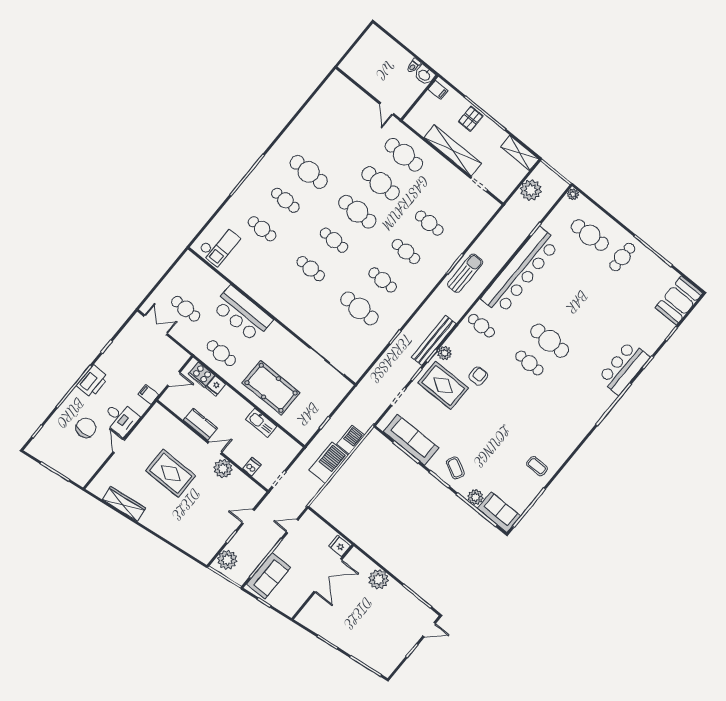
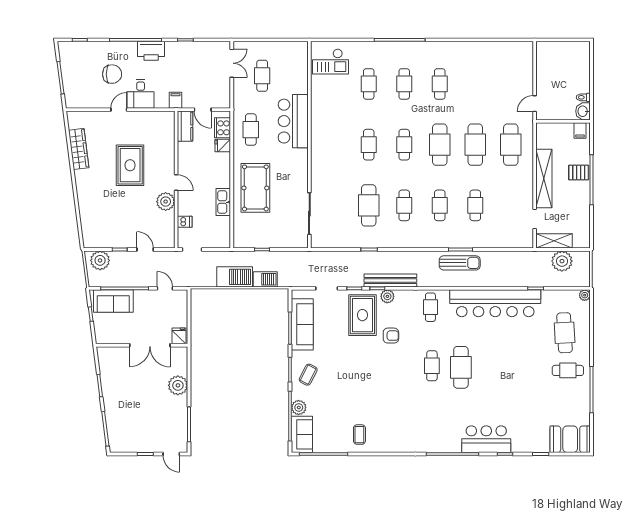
shelving: (520, 153) -> (554, 241), moved, turned 90
cafe table: (309, 172) -> (440, 84), width x0.73, depth x0.74
kitchen counter: (200, 424) -> (185, 126), moved

